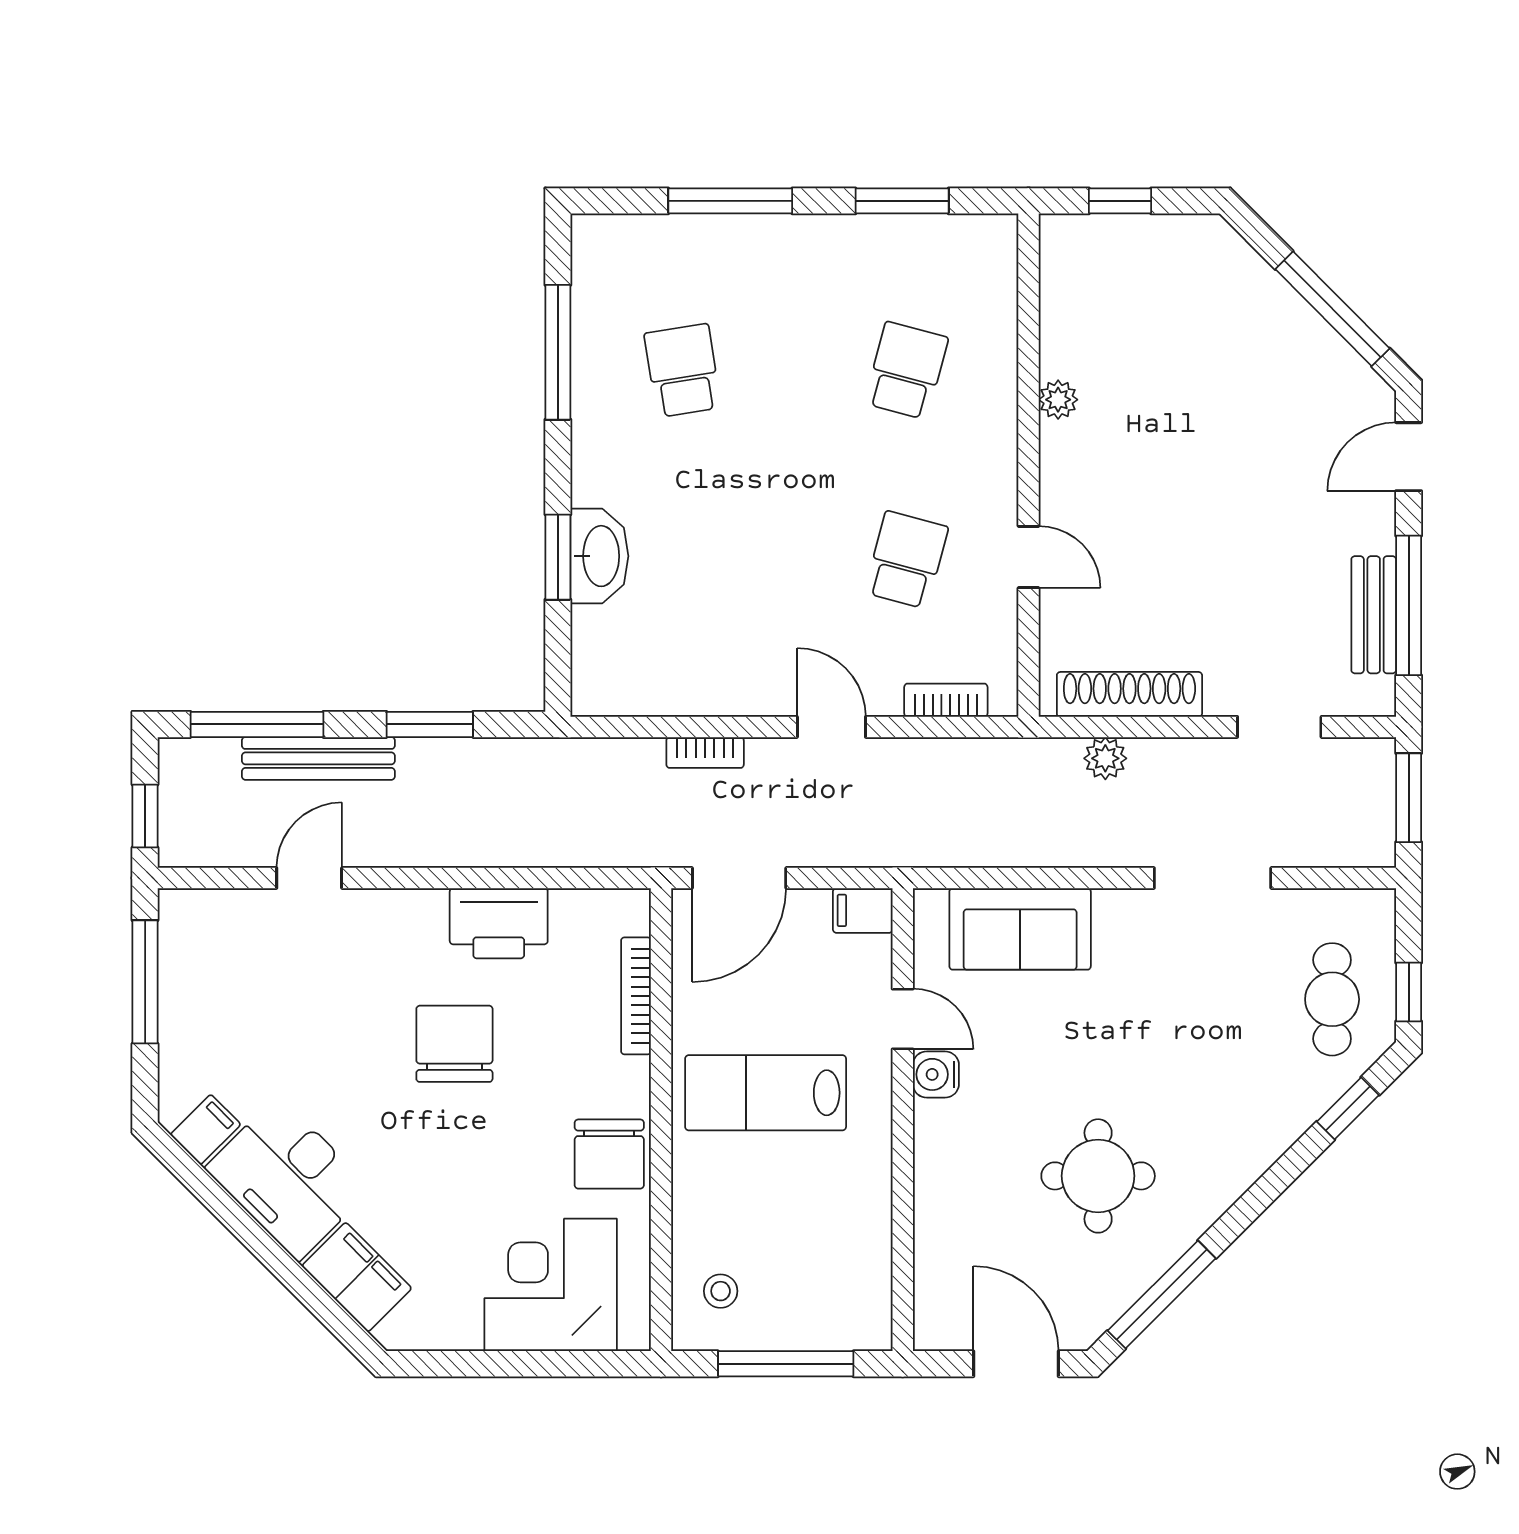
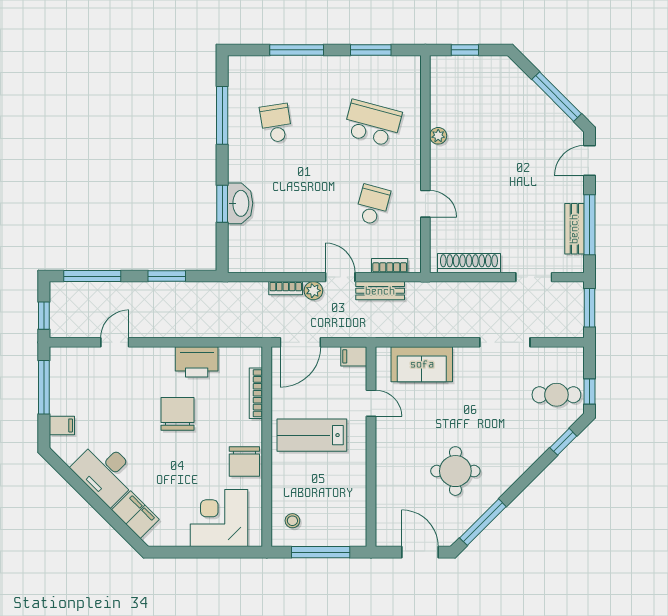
school desk: (906, 370) -> (373, 123), width x1.85
bench: (318, 758) -> (380, 291), moved, width x0.73
plant: (1105, 758) -> (313, 291), moved
cafe table: (1332, 999) -> (556, 395), turned 90
water cooler: (936, 1074) -> (385, 427), removed
filing cabinet: (206, 1129) -> (62, 425), moved, turned 45

